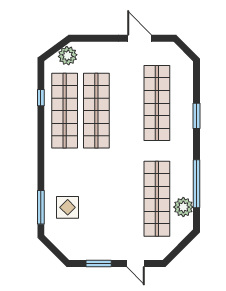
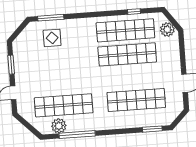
window: (196, 116) -> (152, 129), moved

